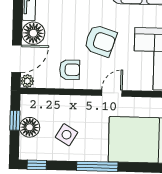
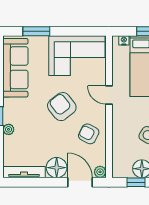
armchair: (100, 41) -> (62, 107), turned -56
armchair: (70, 70) -> (89, 134), turned -63

